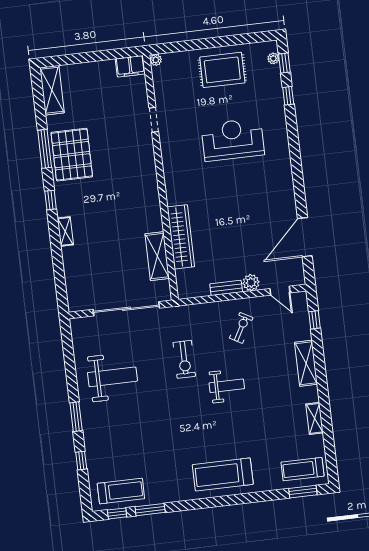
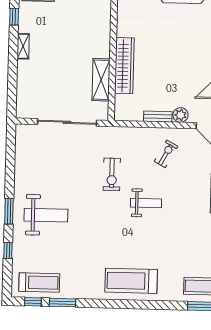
weight bench: (112, 377) -> (46, 215), moved

